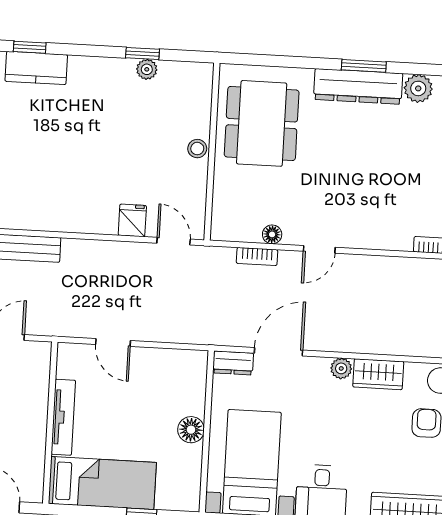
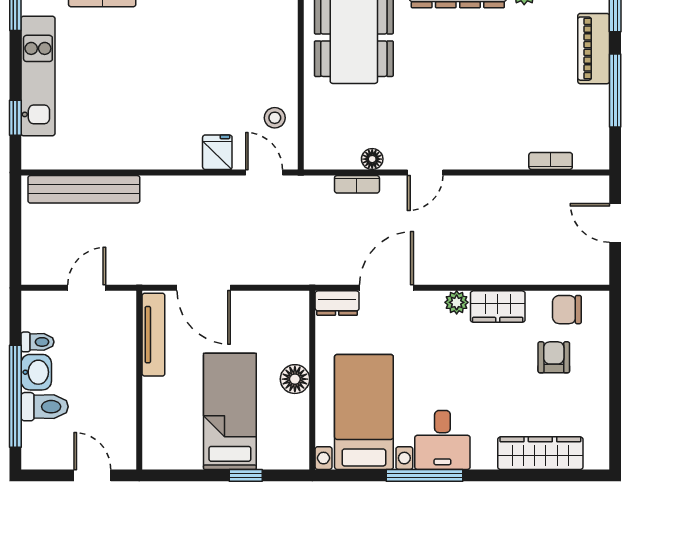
stool: (197, 149) -> (275, 118), moved
door: (113, 342) -> (204, 288), width x1.38
tv unit: (63, 417) -> (153, 335), moved
bed: (102, 483) -> (230, 411), moved, turned -90

